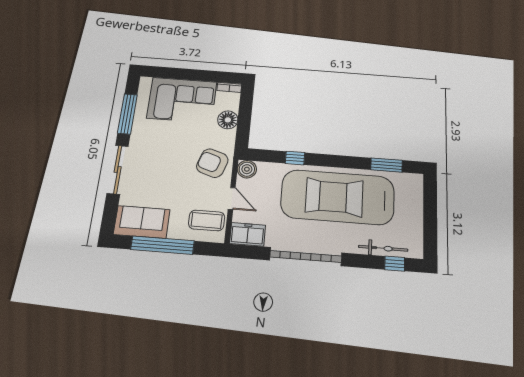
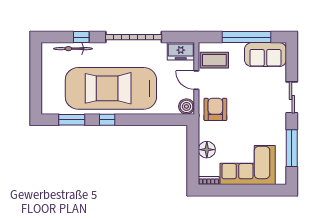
window: (295, 158) -> (107, 120), moved
armchair: (212, 163) -> (215, 109), turned -108
sliding door: (118, 169) -> (292, 97), width x0.73
car: (338, 197) -> (111, 88), turned 180
window: (395, 264) -> (81, 37), moved

